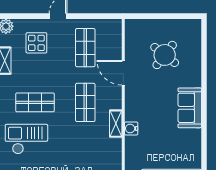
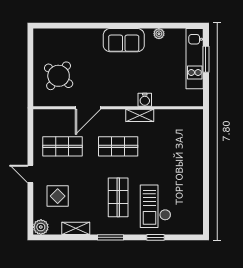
round table: (165, 55) -> (59, 76), moved
plant: (196, 142) -> (159, 34), added

